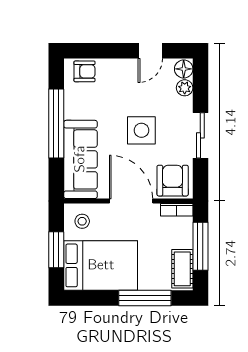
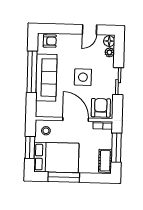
sofa: (80, 159) -> (46, 78), moved
window: (145, 298) -> (64, 177), moved

